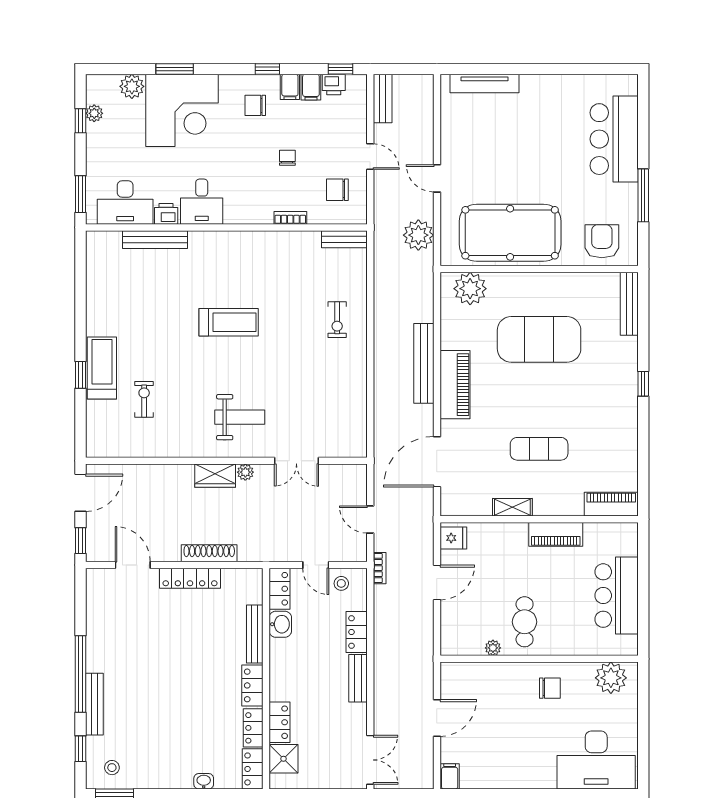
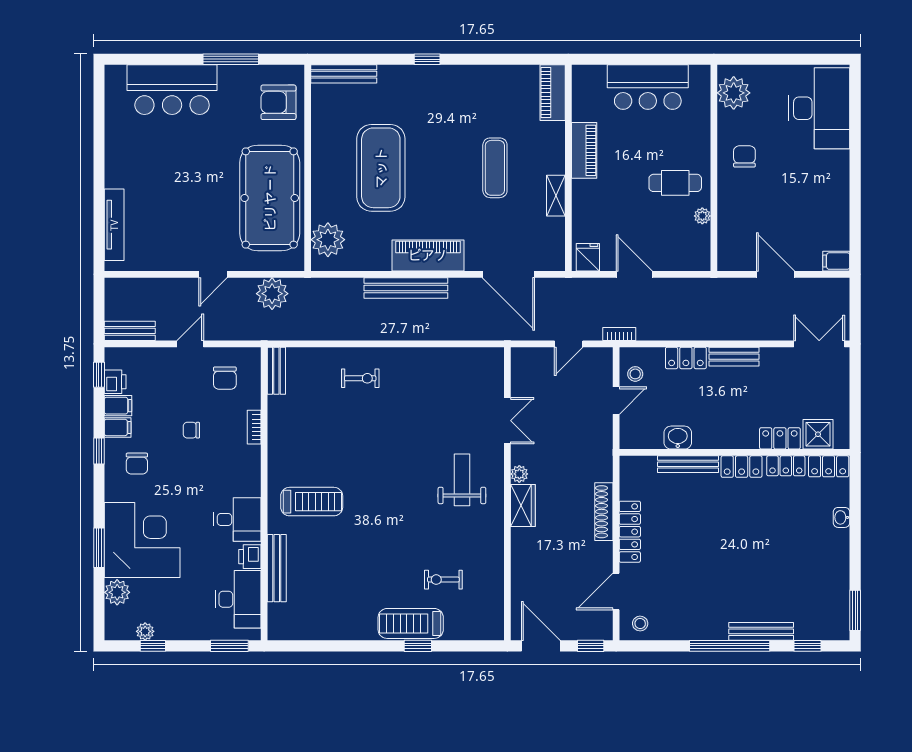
treadmill: (229, 322) -> (312, 502), moved, turned 90
locker: (280, 589) -> (641, 438), removed
stool: (112, 768) -> (640, 624), moved

